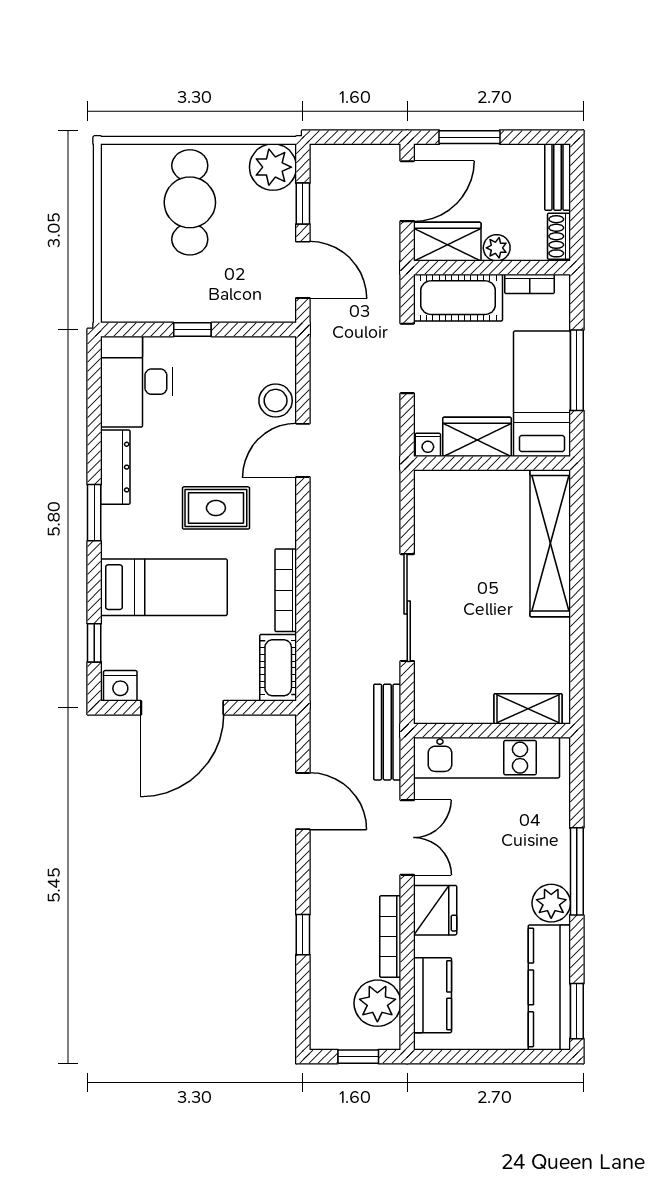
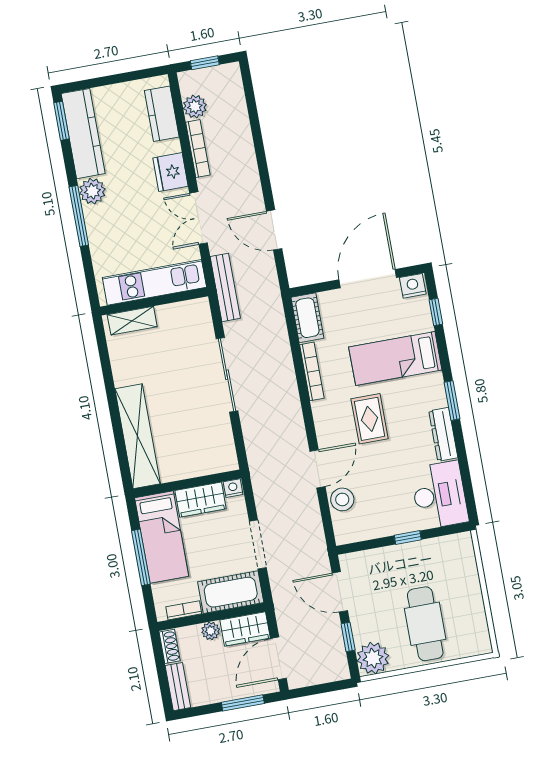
rug: (216, 508) -> (370, 419), turned 90
window: (303, 935) -> (258, 139), removed
plant: (377, 1003) -> (195, 107), width x0.73, depth x0.73

